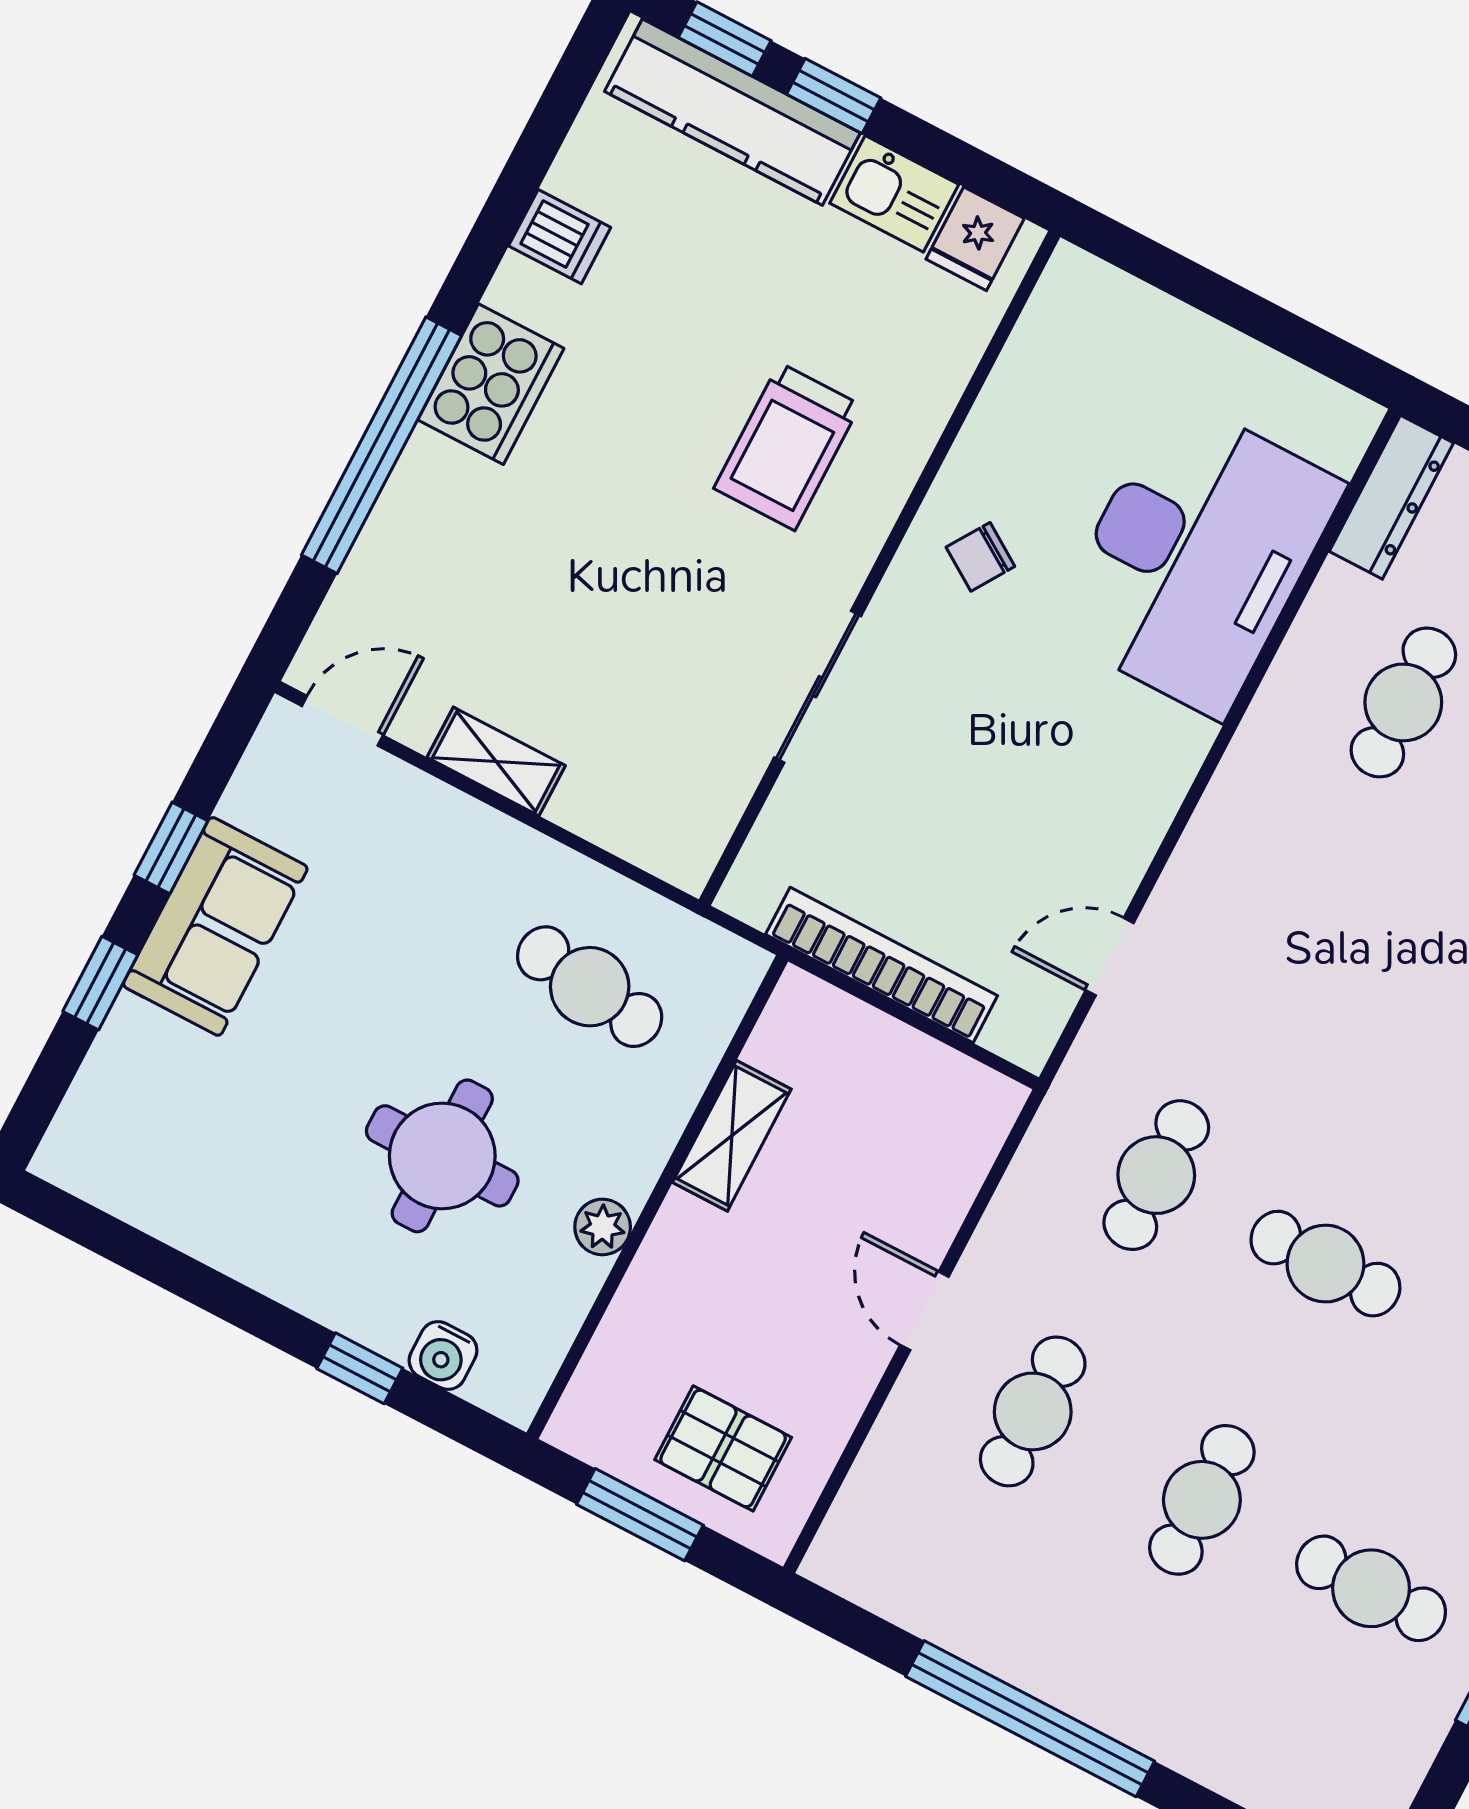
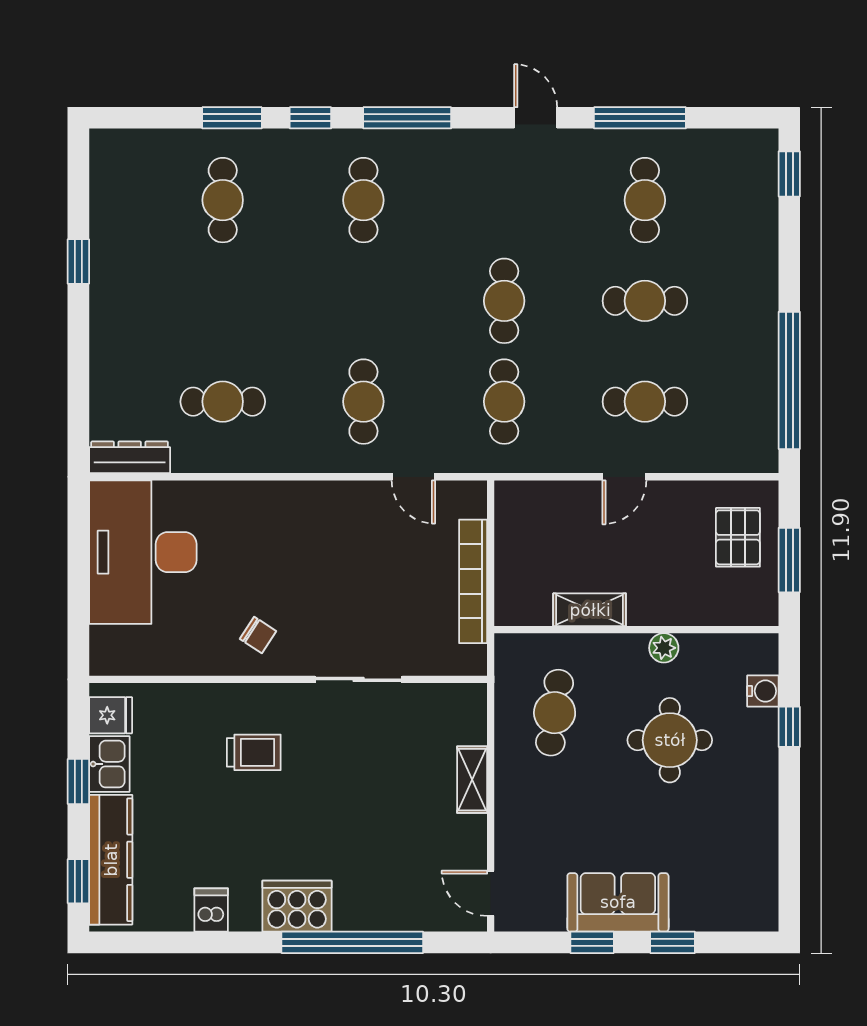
window: (834, 96) -> (78, 781), moved
trolley: (787, 447) -> (254, 752), width x0.73, depth x0.72
desk: (1196, 557) -> (143, 552), moved, turned -90
shelving: (496, 761) -> (472, 780), moved
cafe table: (1280, 939) -> (363, 402), added
cafe table: (1156, 1175) -> (504, 402), turned 90
window: (1030, 1719) -> (789, 380), moved

